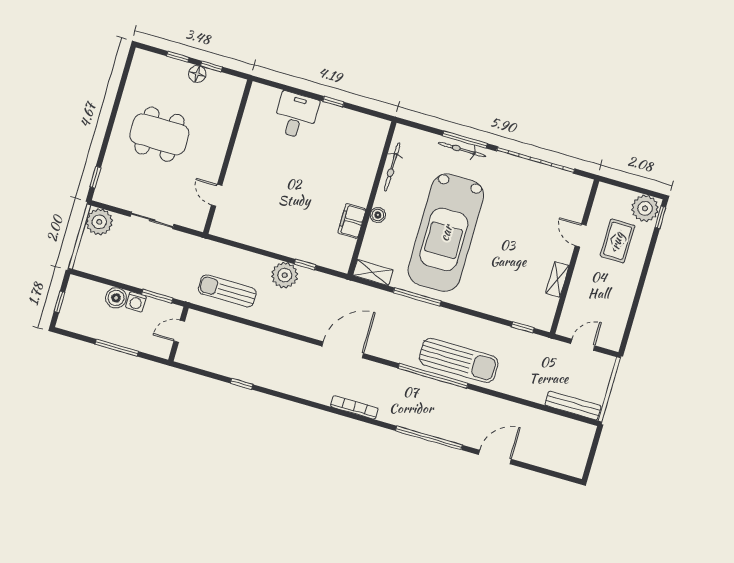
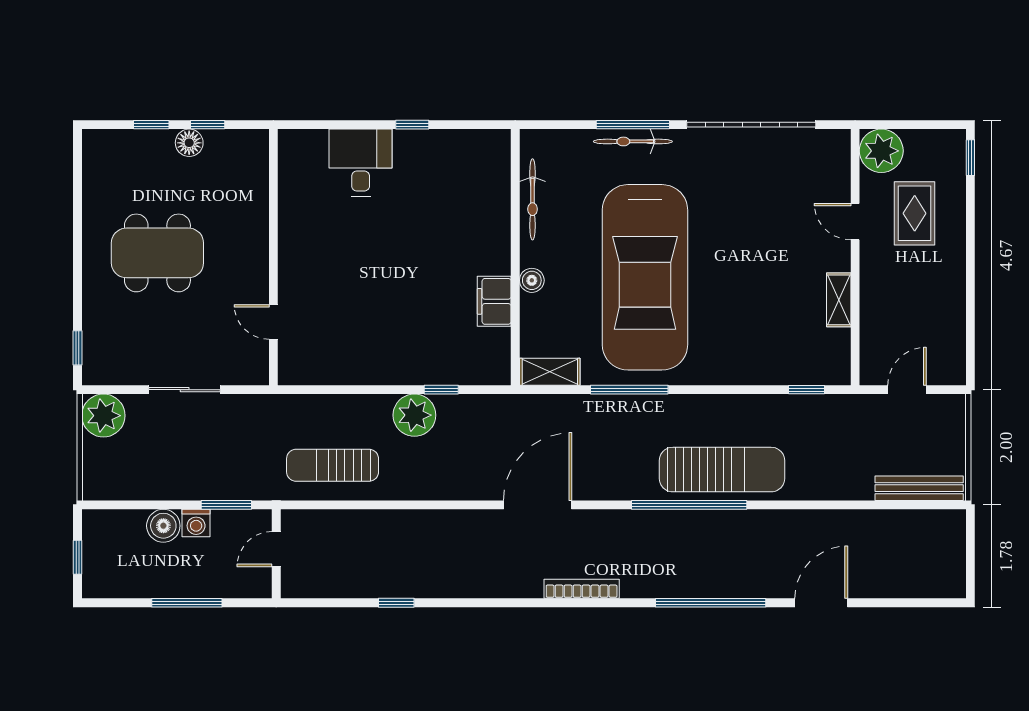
plant: (645, 208) -> (881, 151), moved

